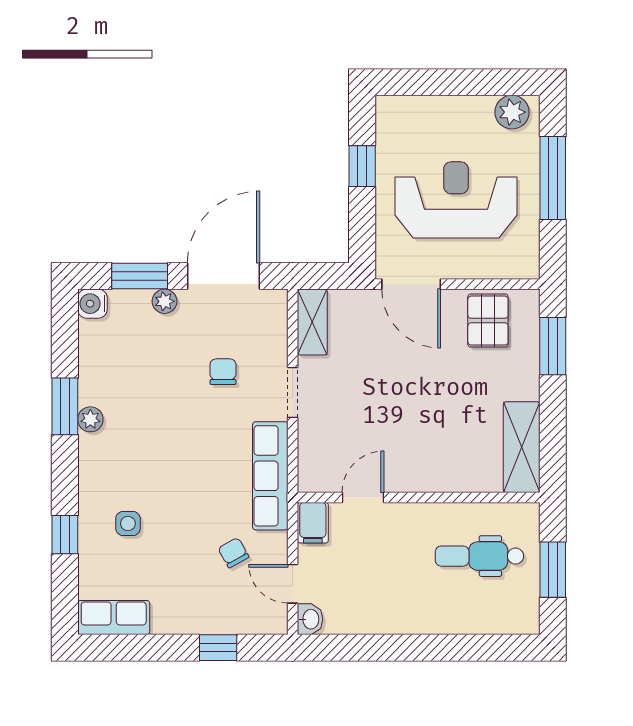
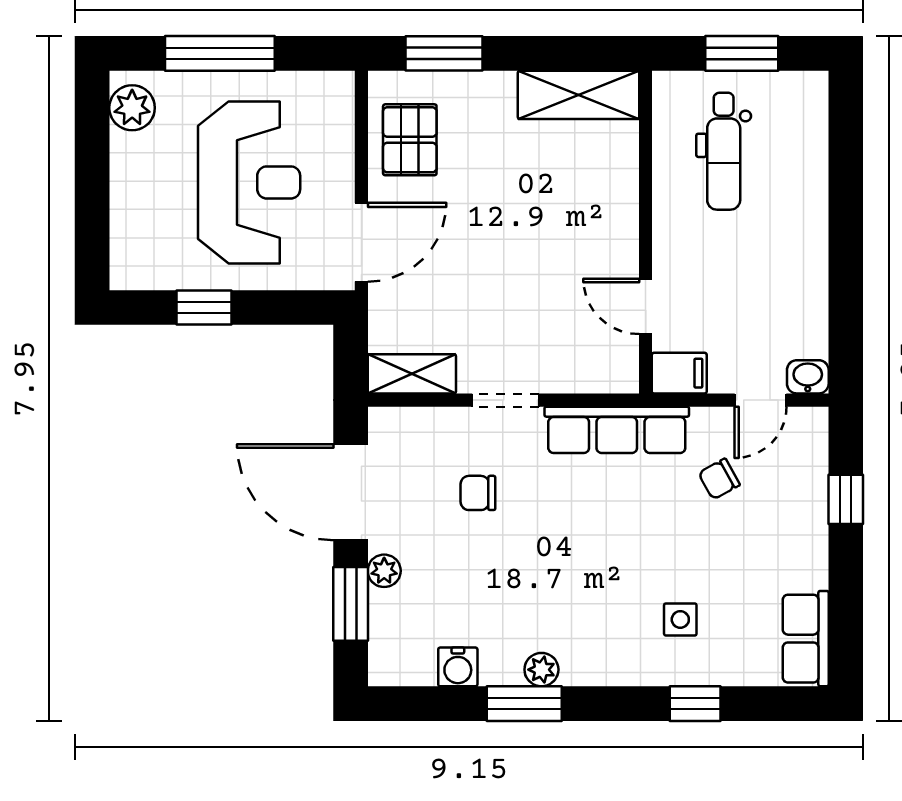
reception desk: (456, 200) -> (249, 182), turned 180
water cooler: (92, 304) -> (458, 667), moved
pallet: (488, 321) -> (410, 140), turned 90

